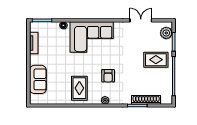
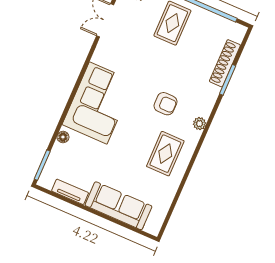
sofa: (38, 79) -> (118, 206), width x1.36
rug: (79, 88) -> (165, 154), turned 90

